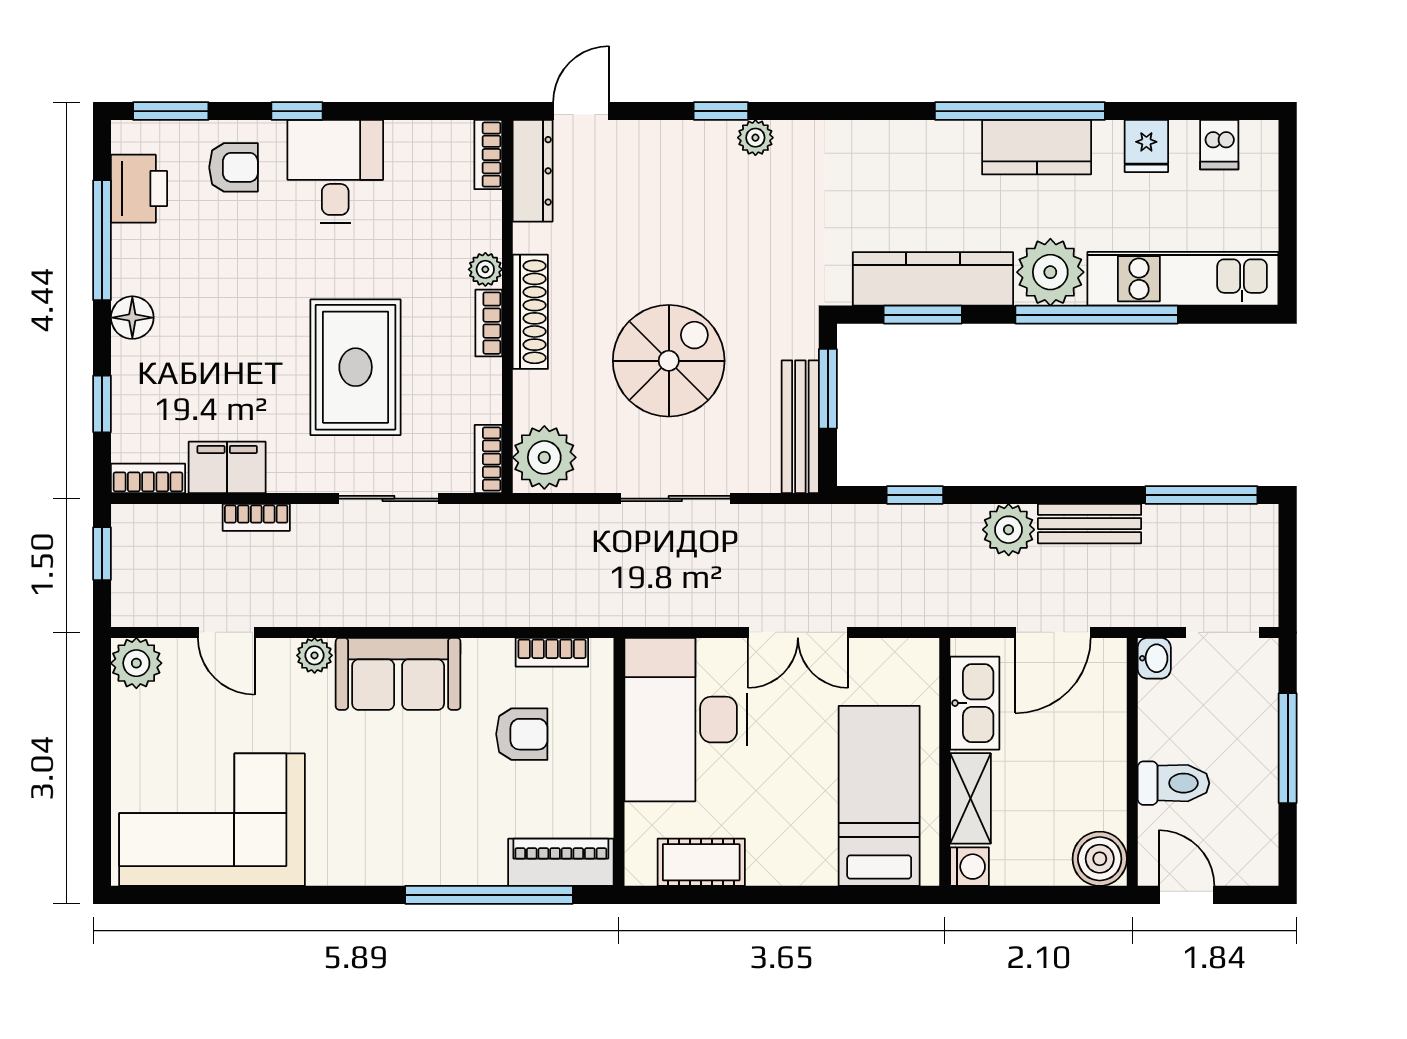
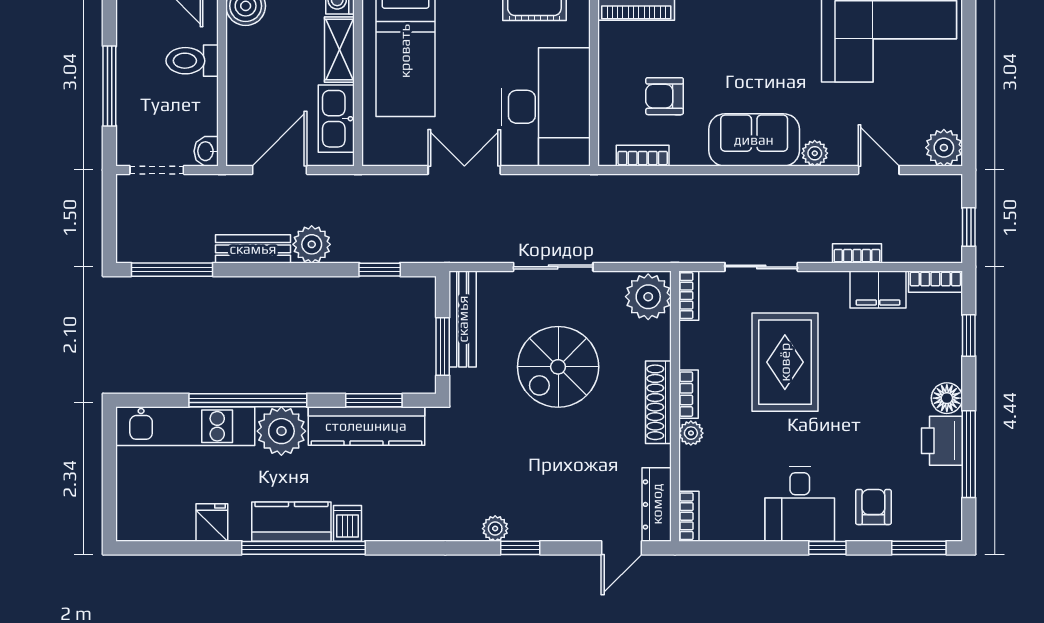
dishwasher: (1219, 145) -> (347, 523), moved
armchair: (234, 167) -> (873, 507), turned 90
printer: (139, 189) -> (942, 441), moved

